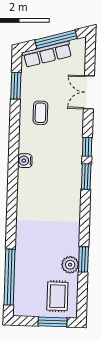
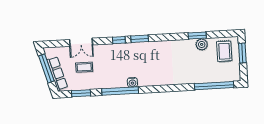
coffee table: (40, 113) -> (84, 67), moved
window: (14, 142) -> (120, 91), added
rug: (57, 296) -> (224, 51), turned 90

